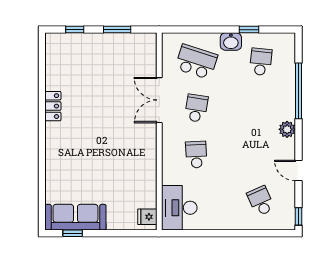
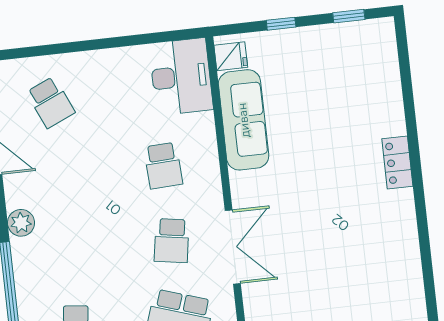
locker: (53, 106) -> (397, 163), moved
sofa: (75, 217) -> (244, 120), moved, turned -90
window: (115, 233) -> (281, 24), added

